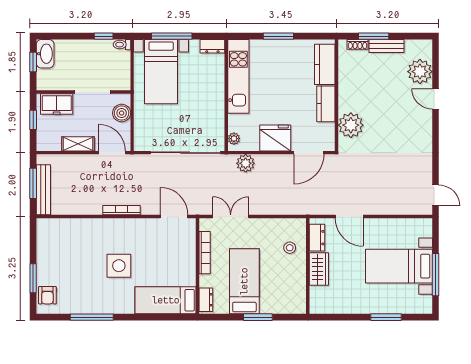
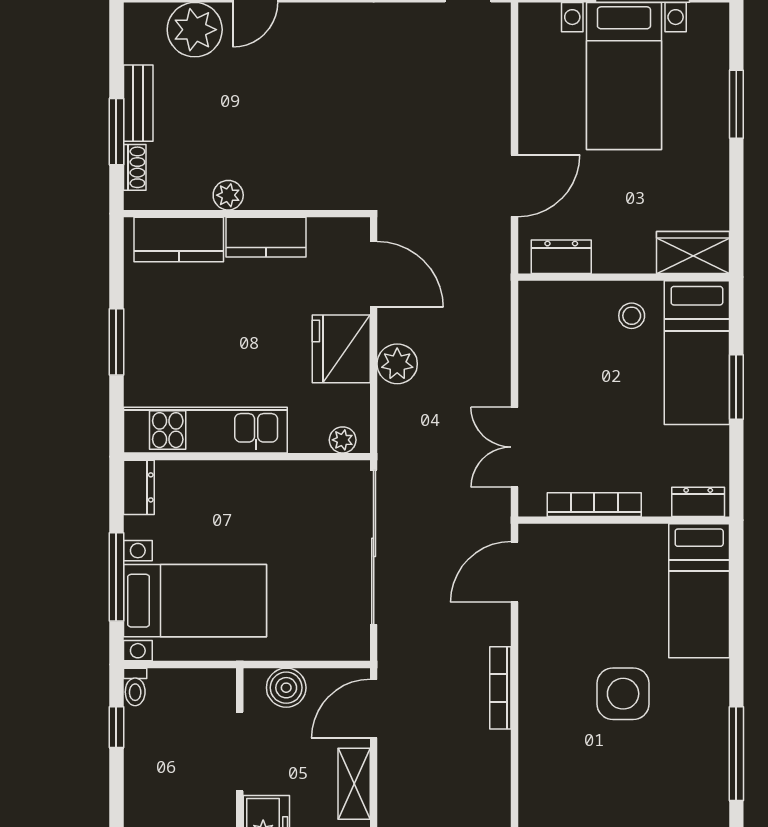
plant: (351, 125) -> (228, 195), moved, width x0.53, depth x0.53
plant: (246, 163) -> (397, 364), moved
stool: (290, 248) -> (632, 316), moved
wardrobe: (319, 269) -> (693, 252), moved
bed: (244, 281) -> (697, 353), moved, turned -90

